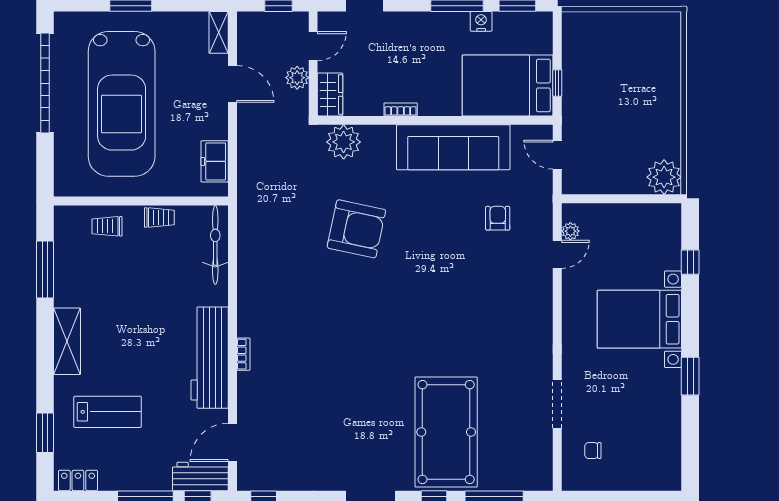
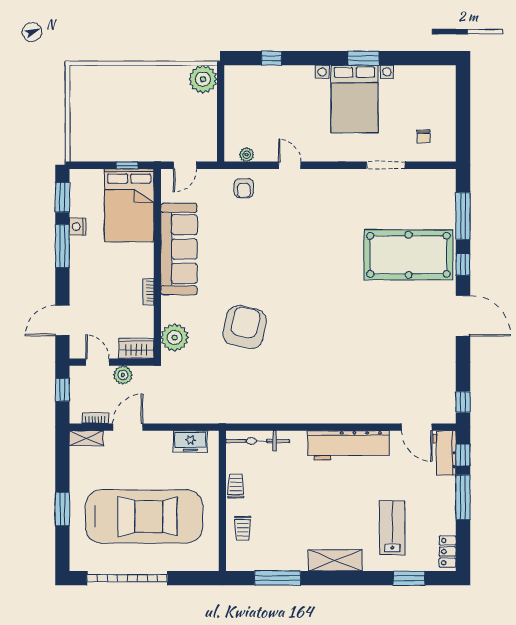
armchair: (498, 218) -> (244, 188), moved, turned -90
door: (557, 254) -> (290, 165), moved
bed with nightstands: (639, 319) -> (355, 99), moved
bookcase: (243, 354) -> (95, 418), moved

